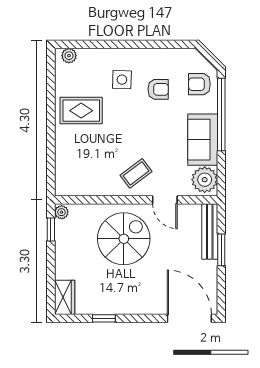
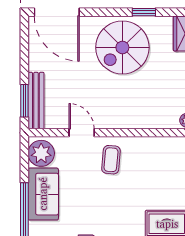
coffee table: (136, 173) -> (111, 160), turned -48
spiral stairs: (124, 239) -> (122, 47), moved
window: (221, 250) -> (24, 101), moved

